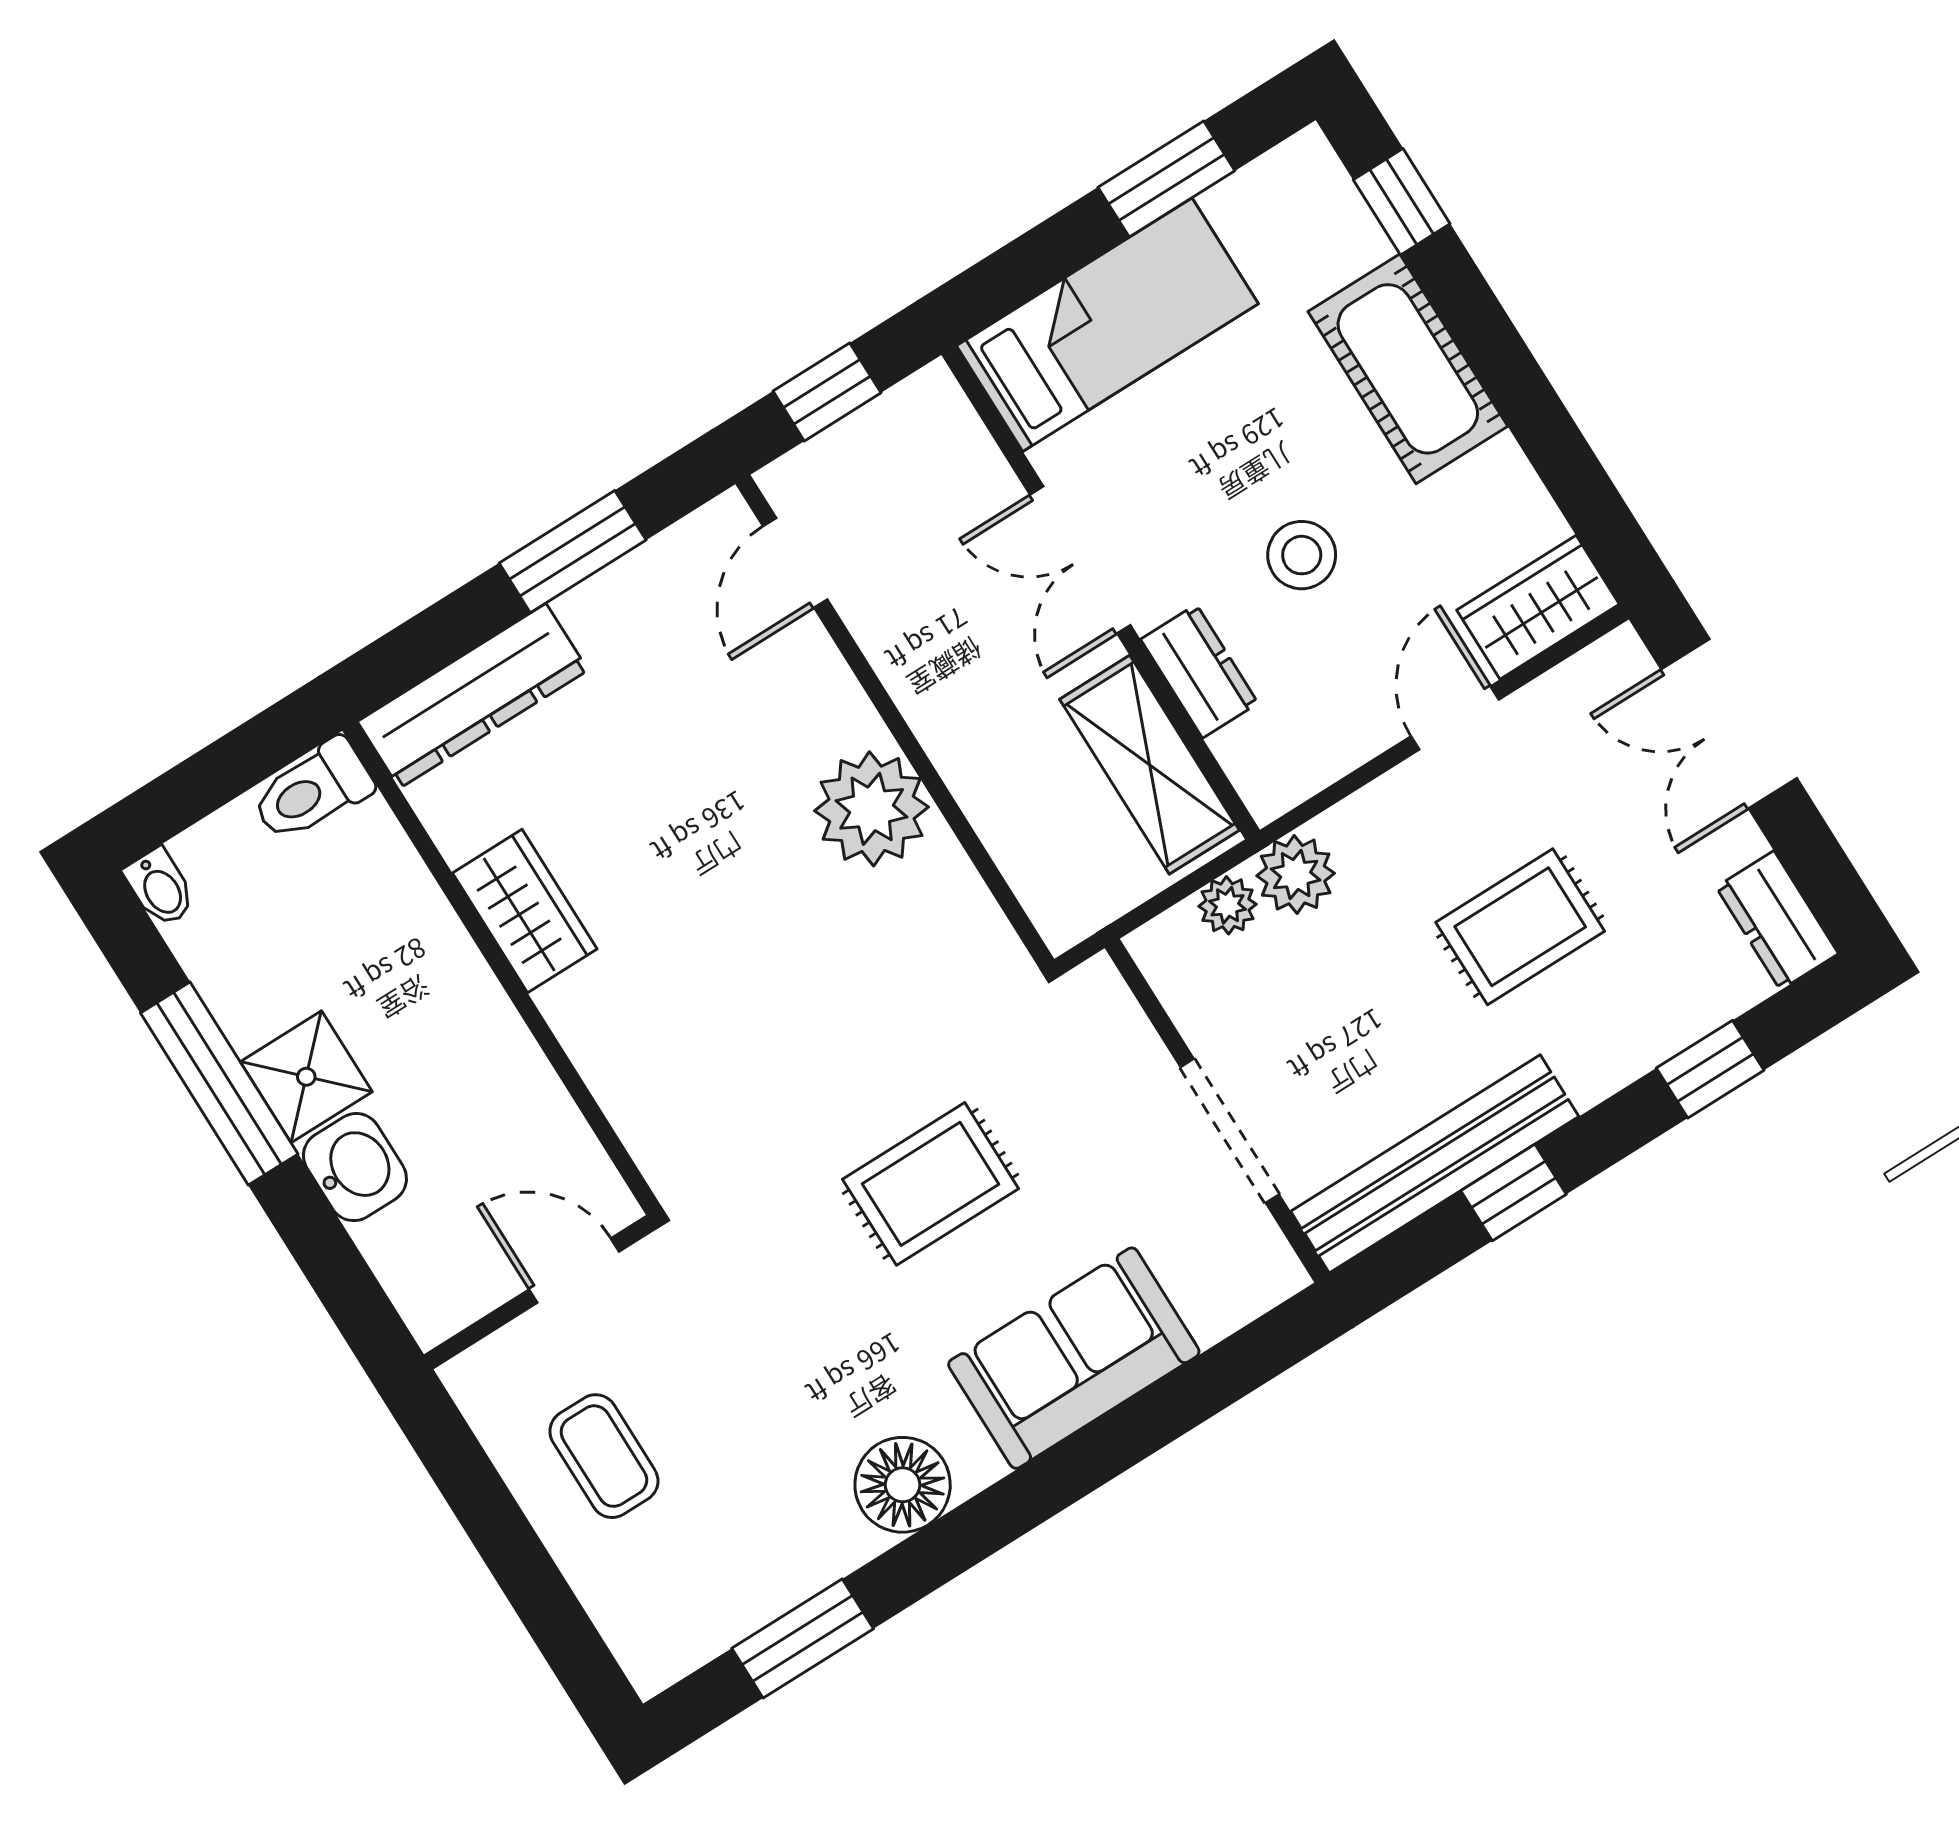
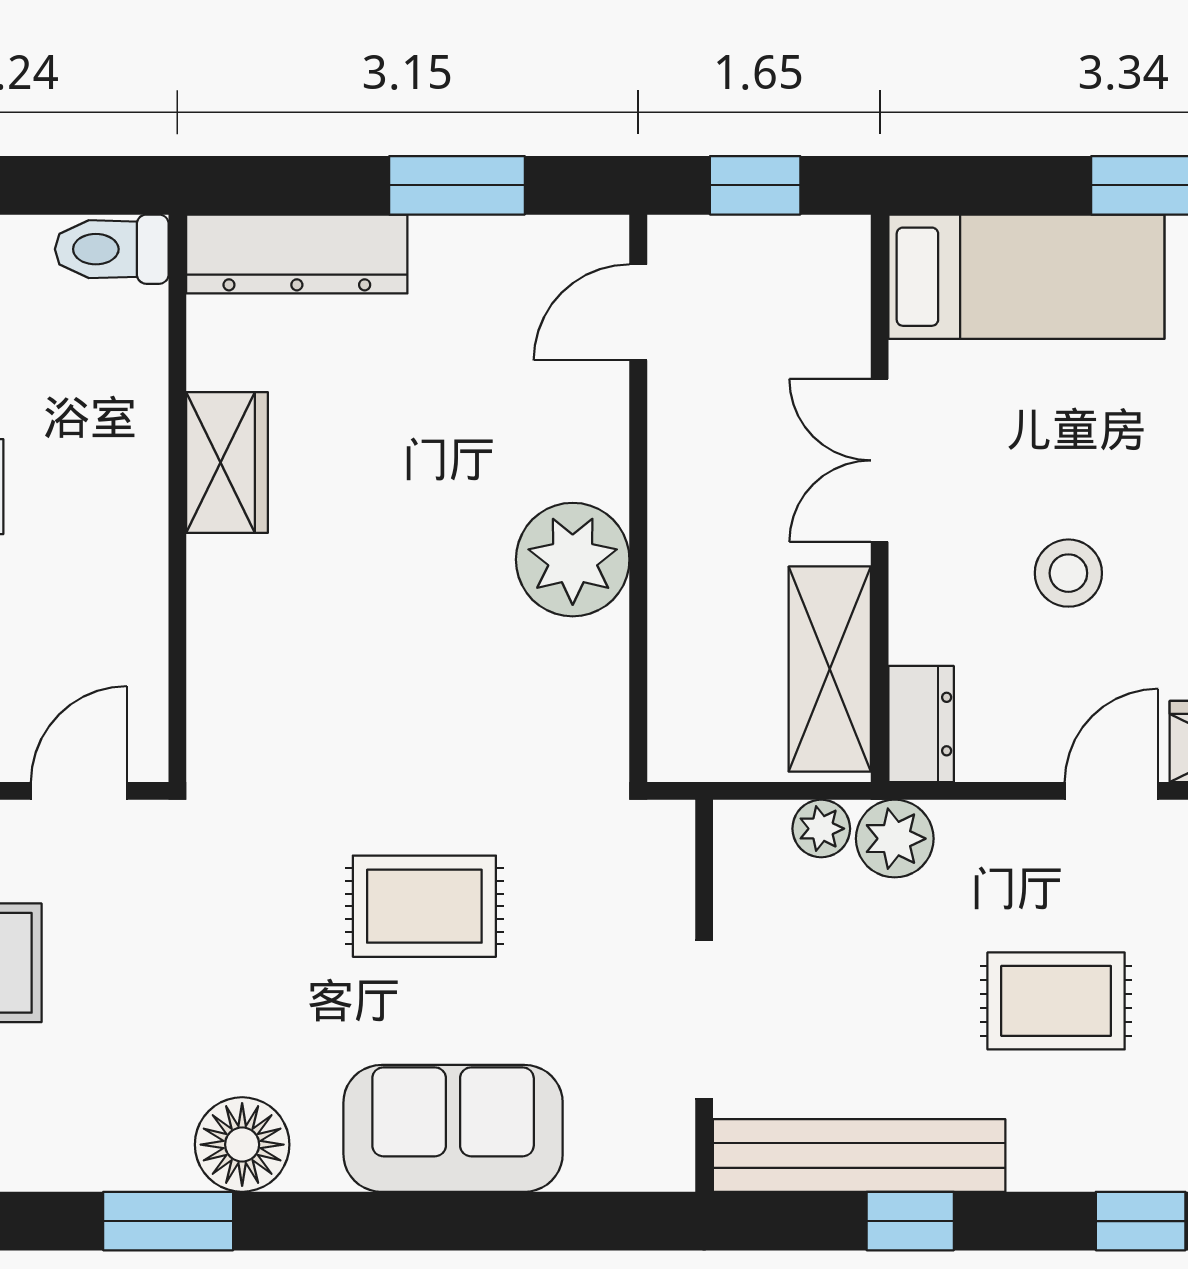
dresser: (1199, 671) -> (921, 724), moved
door: (574, 1271) -> (79, 791), hinge flipped
window: (803, 1638) -> (168, 1221), moved

